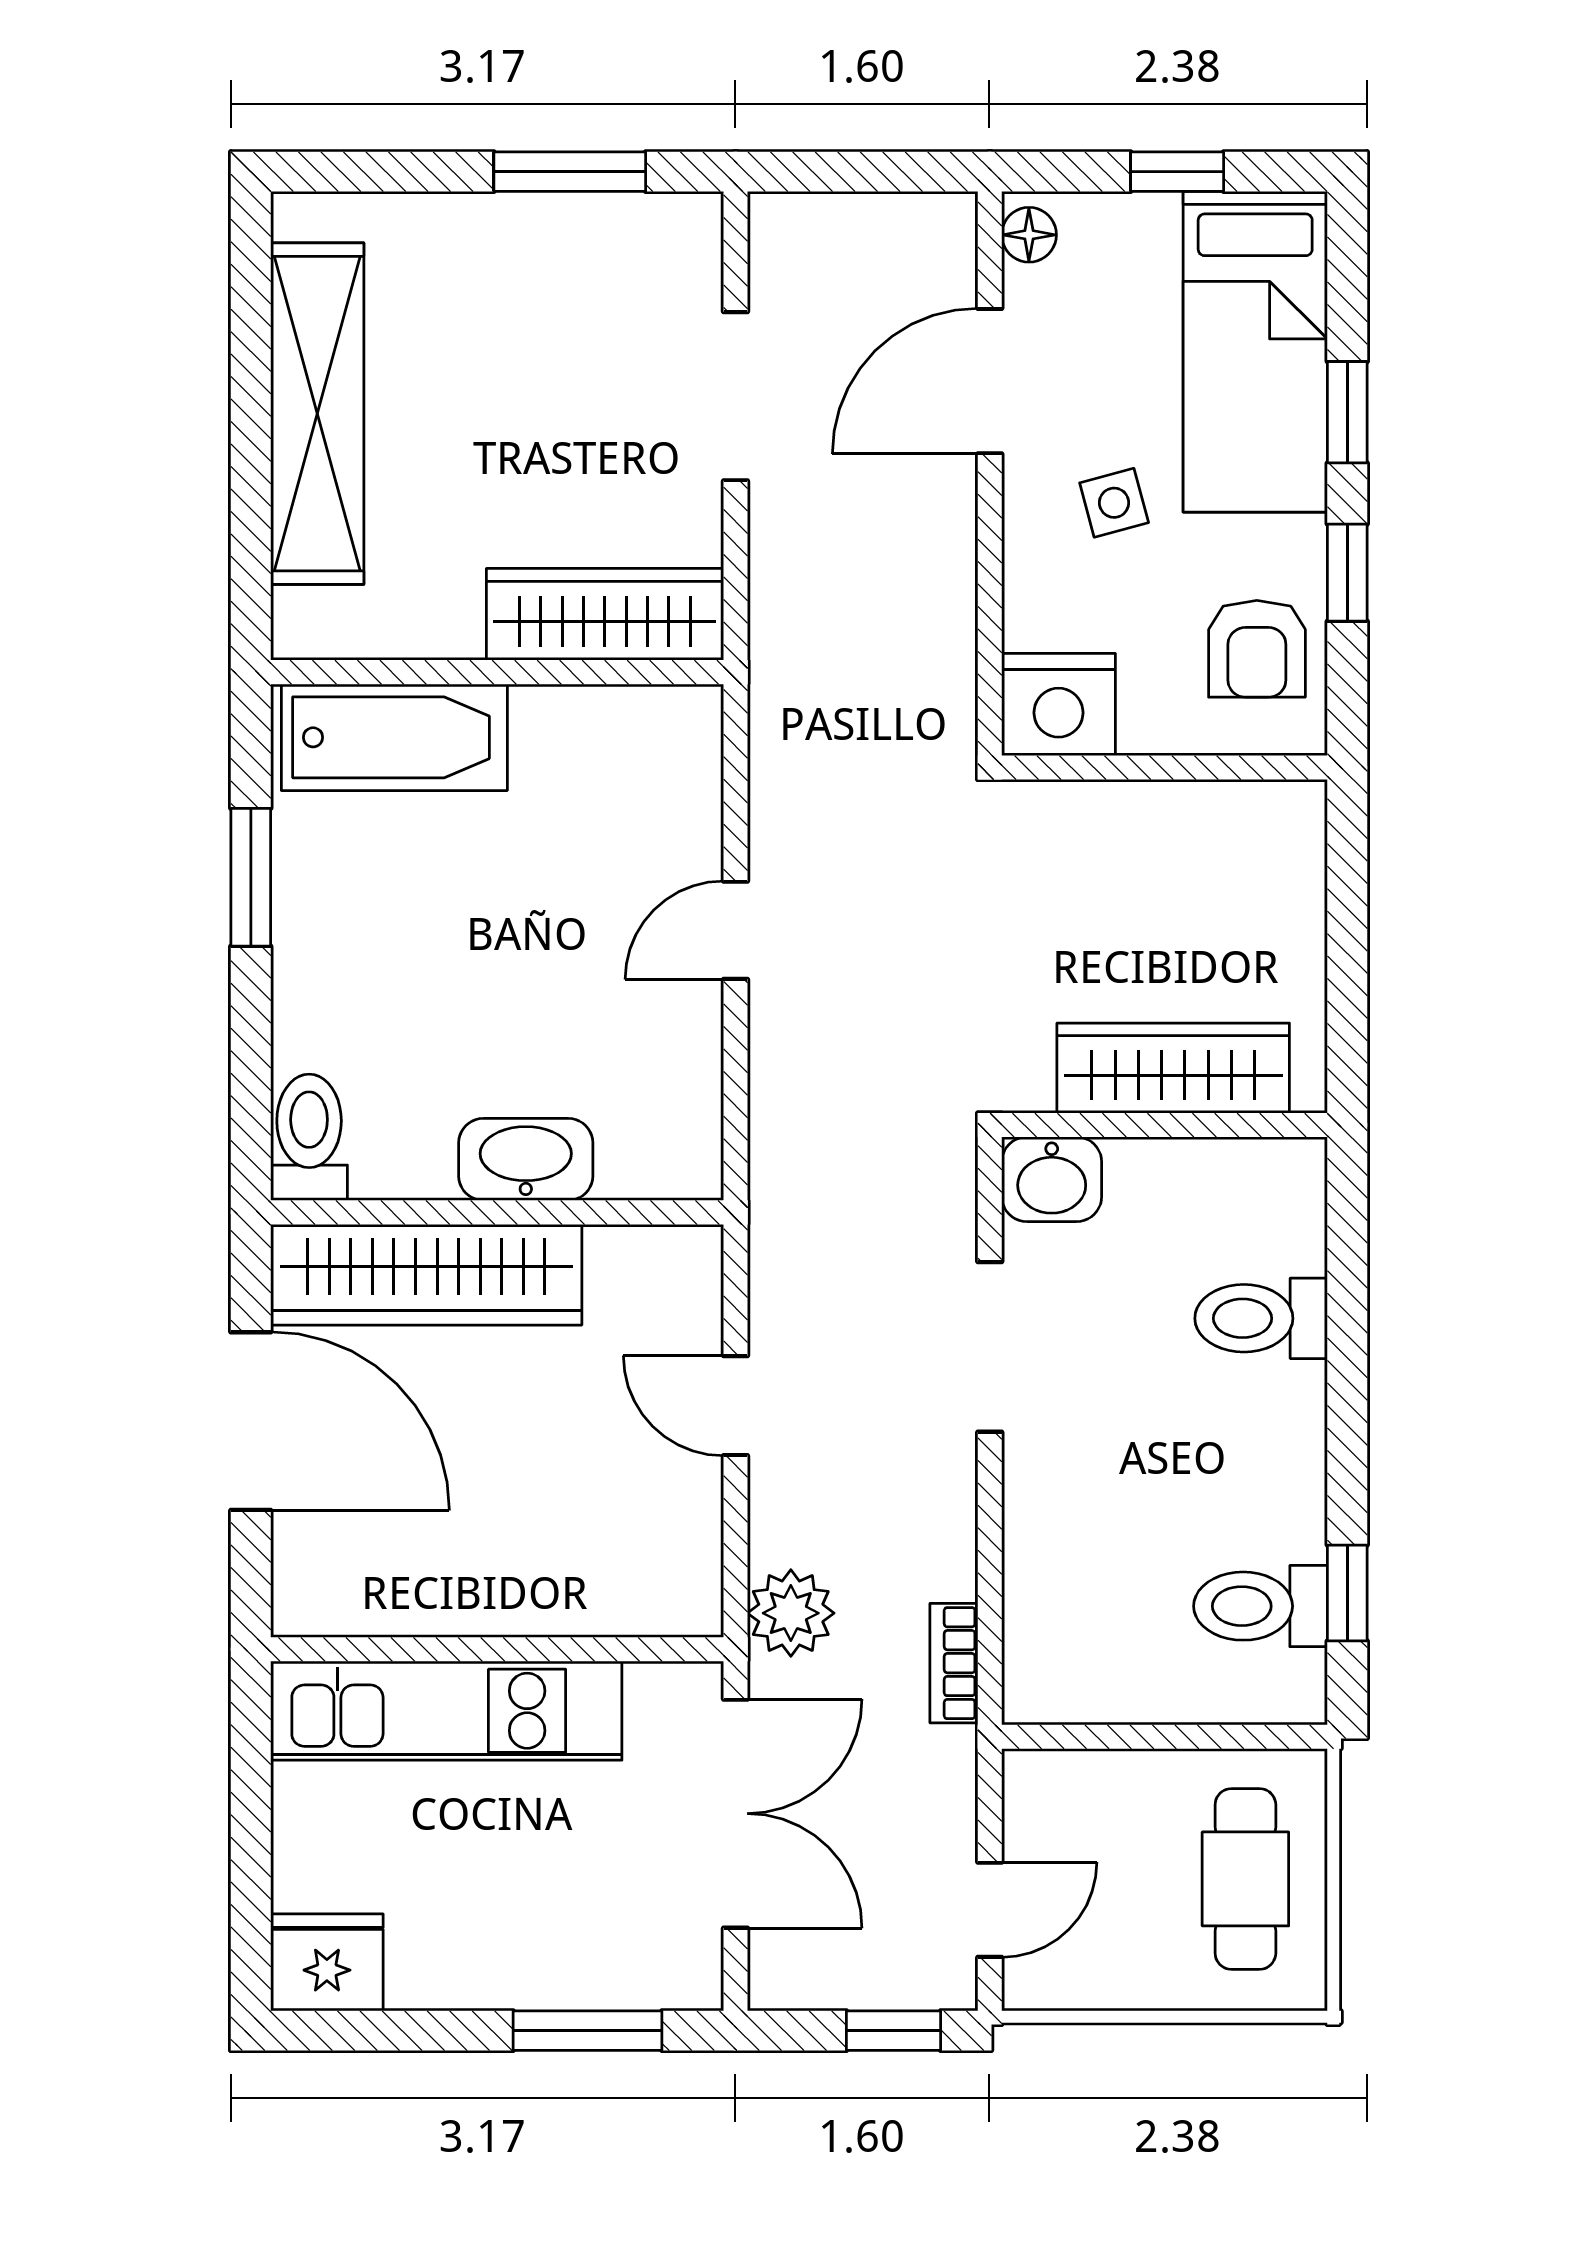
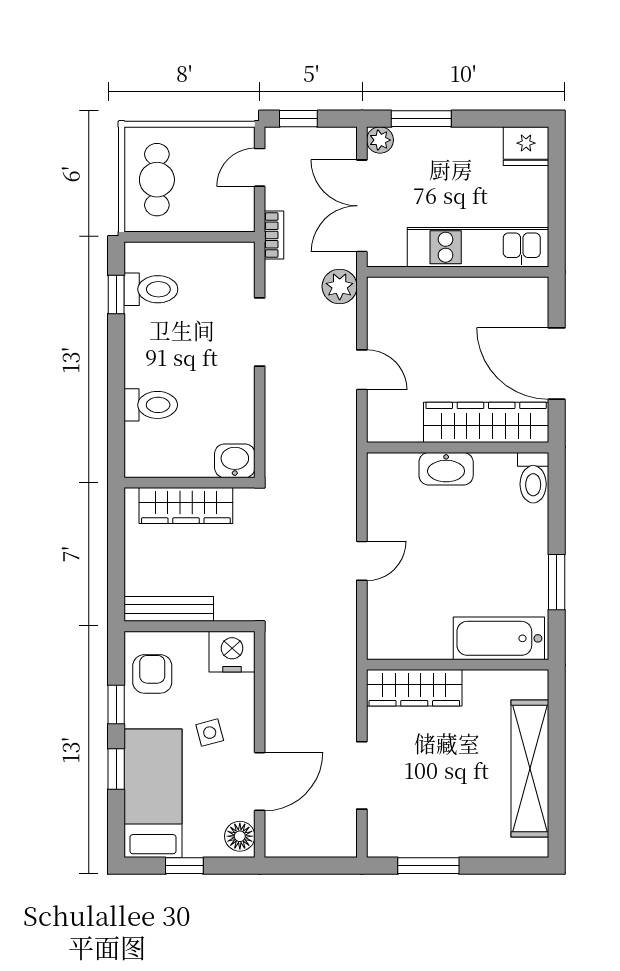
floor lamp: (1029, 235) -> (240, 836), width x1.37, depth x1.37
bench: (1216, 811) -> (169, 609), added
doorway: (990, 1347) -> (260, 332), moved
bookcase: (954, 1663) -> (274, 235), moved
plant: (690, 1978) -> (380, 140), added

